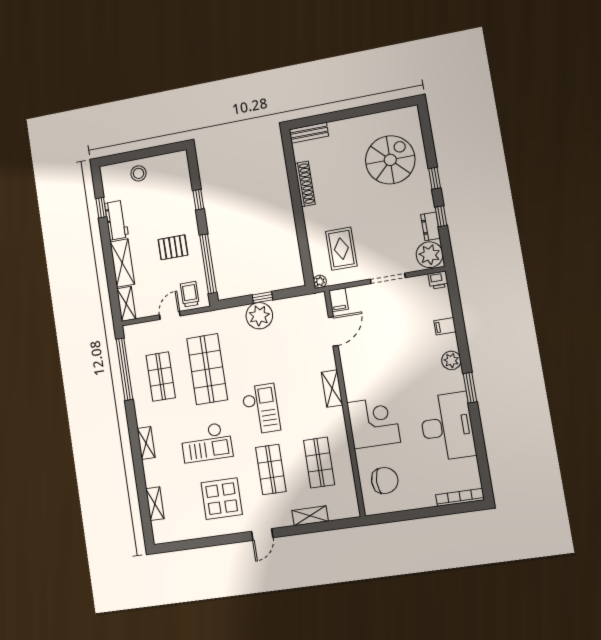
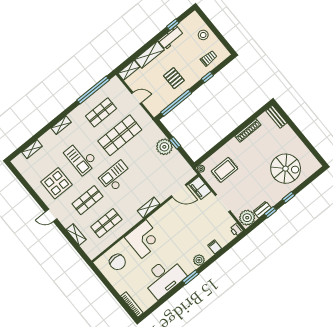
trolley: (190, 294) -> (209, 58), moved
filing cabinet: (338, 300) -> (200, 188), width x2.00
checkout: (261, 409) -> (116, 176), turned 180

